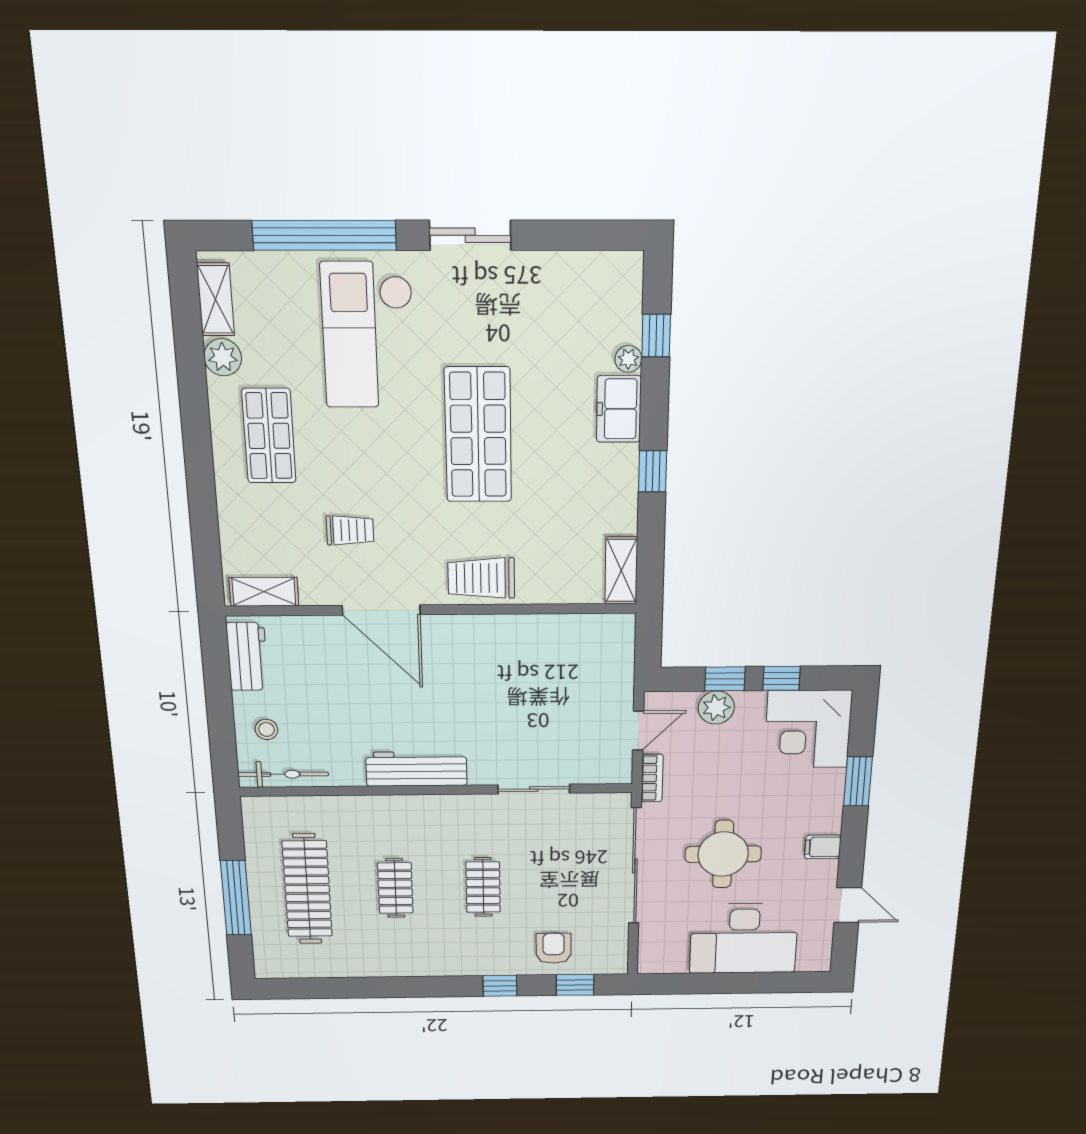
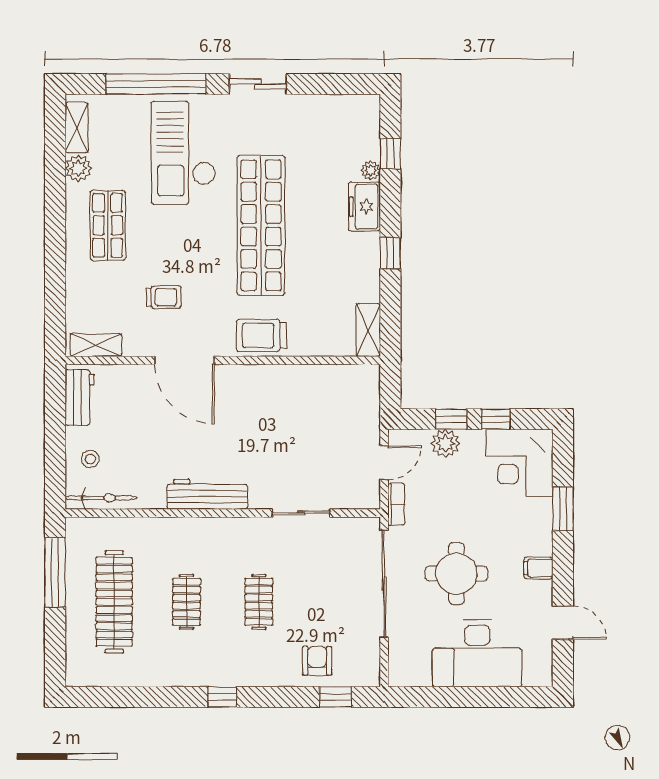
shop shelf: (478, 435) -> (261, 225), width x1.40
window: (236, 898) -> (55, 572), moved
window: (500, 986) -> (222, 697), moved

